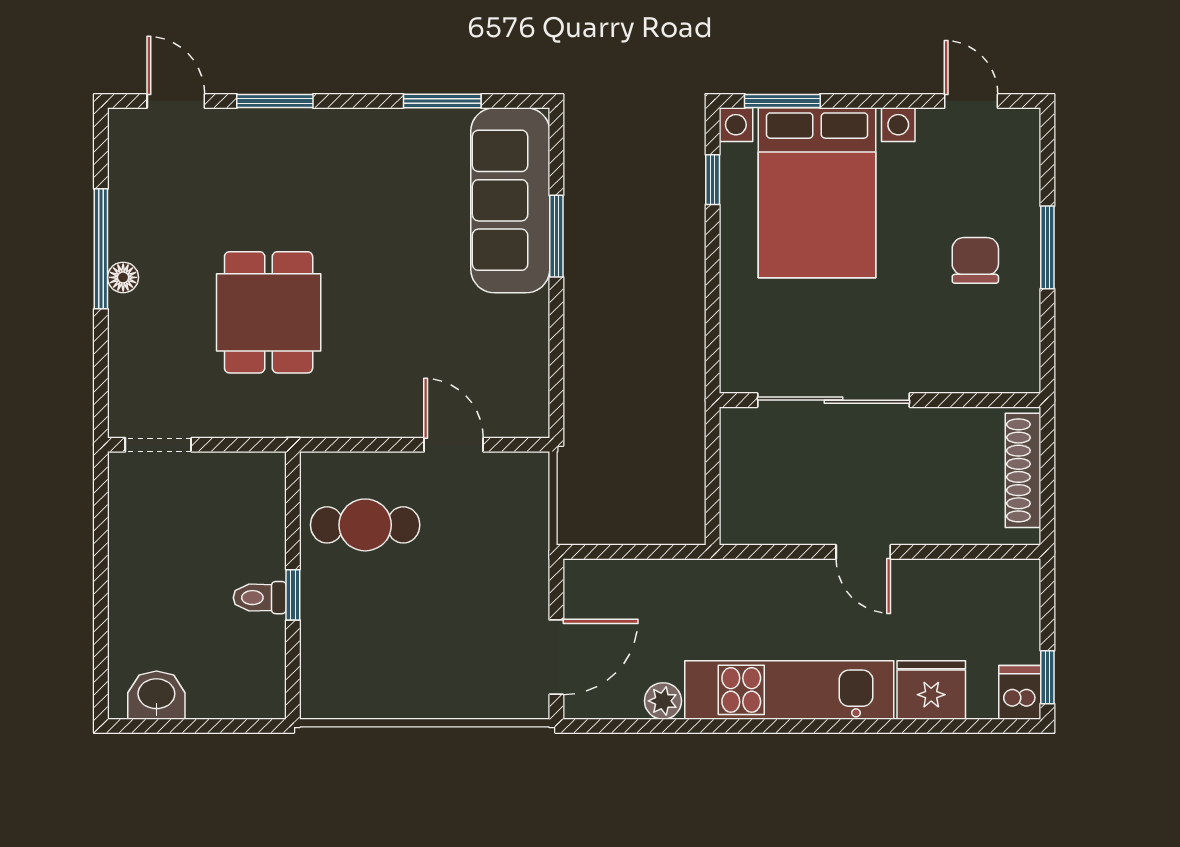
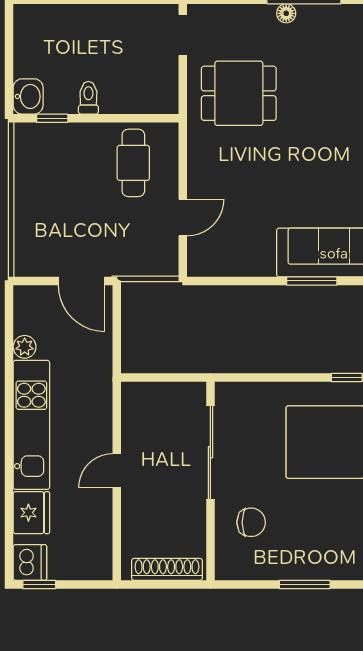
chair: (975, 260) -> (251, 522), moved
dining table: (269, 312) -> (239, 93), moved
window: (293, 595) -> (52, 118), moved
door: (556, 657) -> (82, 281), moved
dishwasher: (1020, 692) -> (30, 562), width x1.38
washbasin: (156, 695) -> (28, 96), moved

